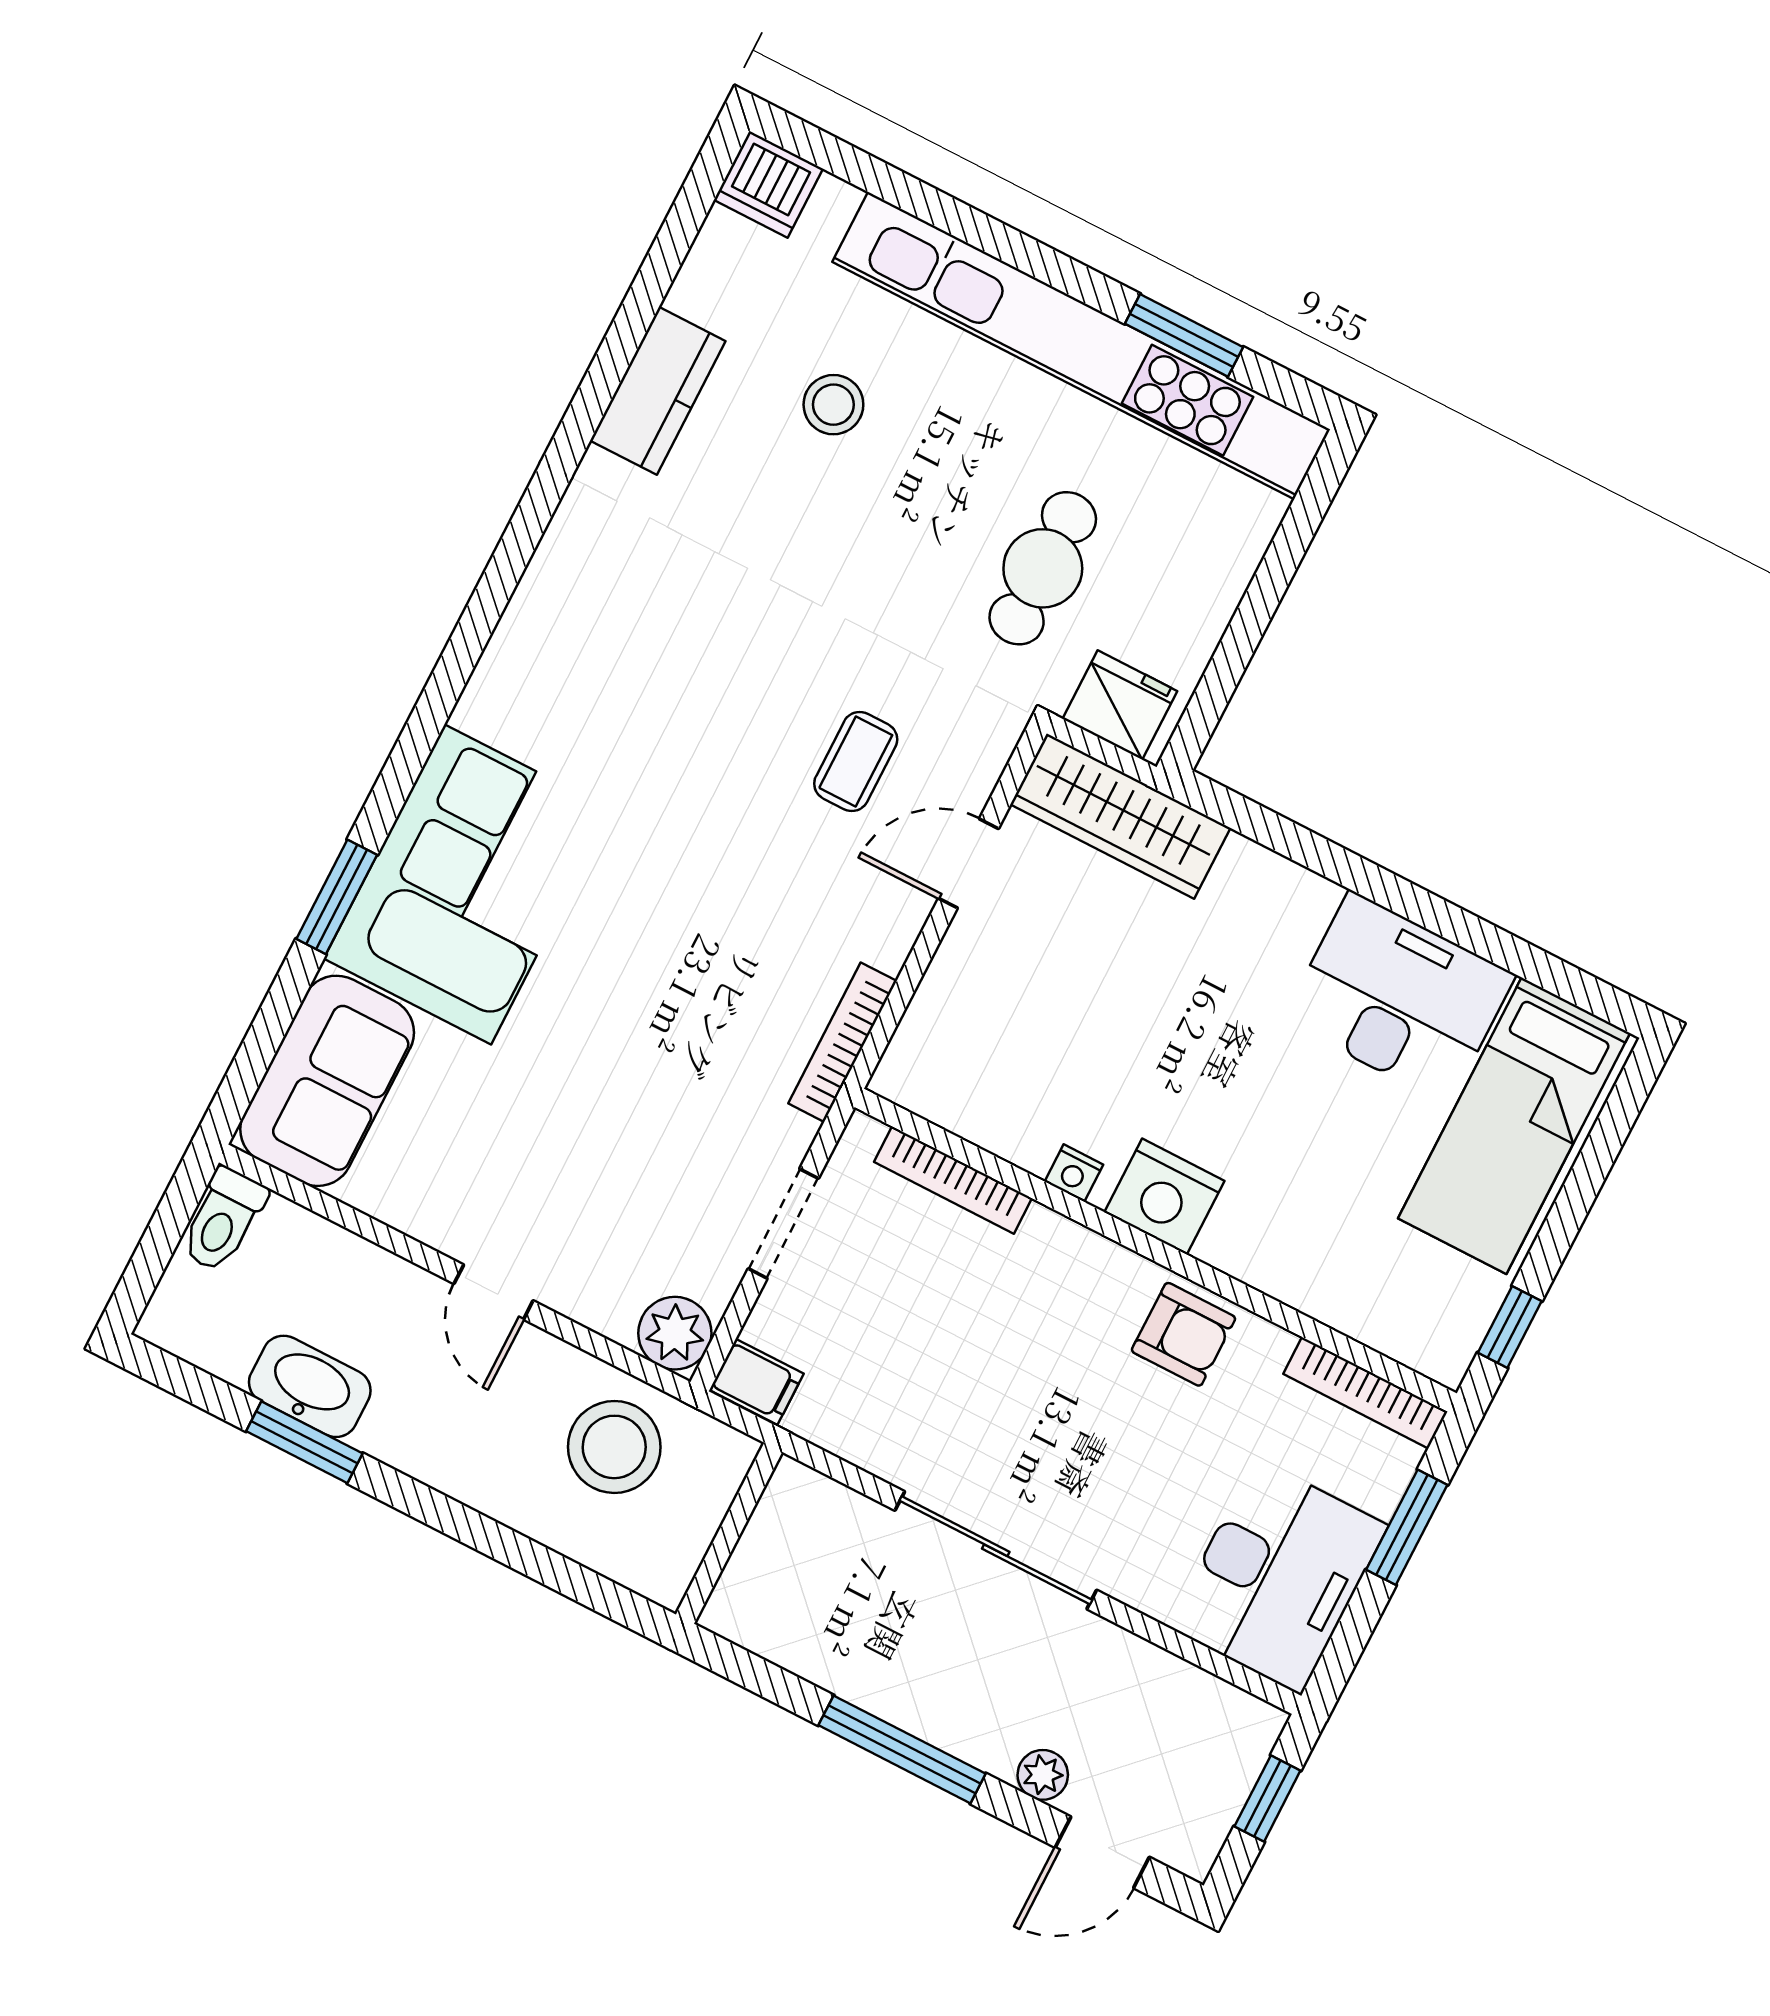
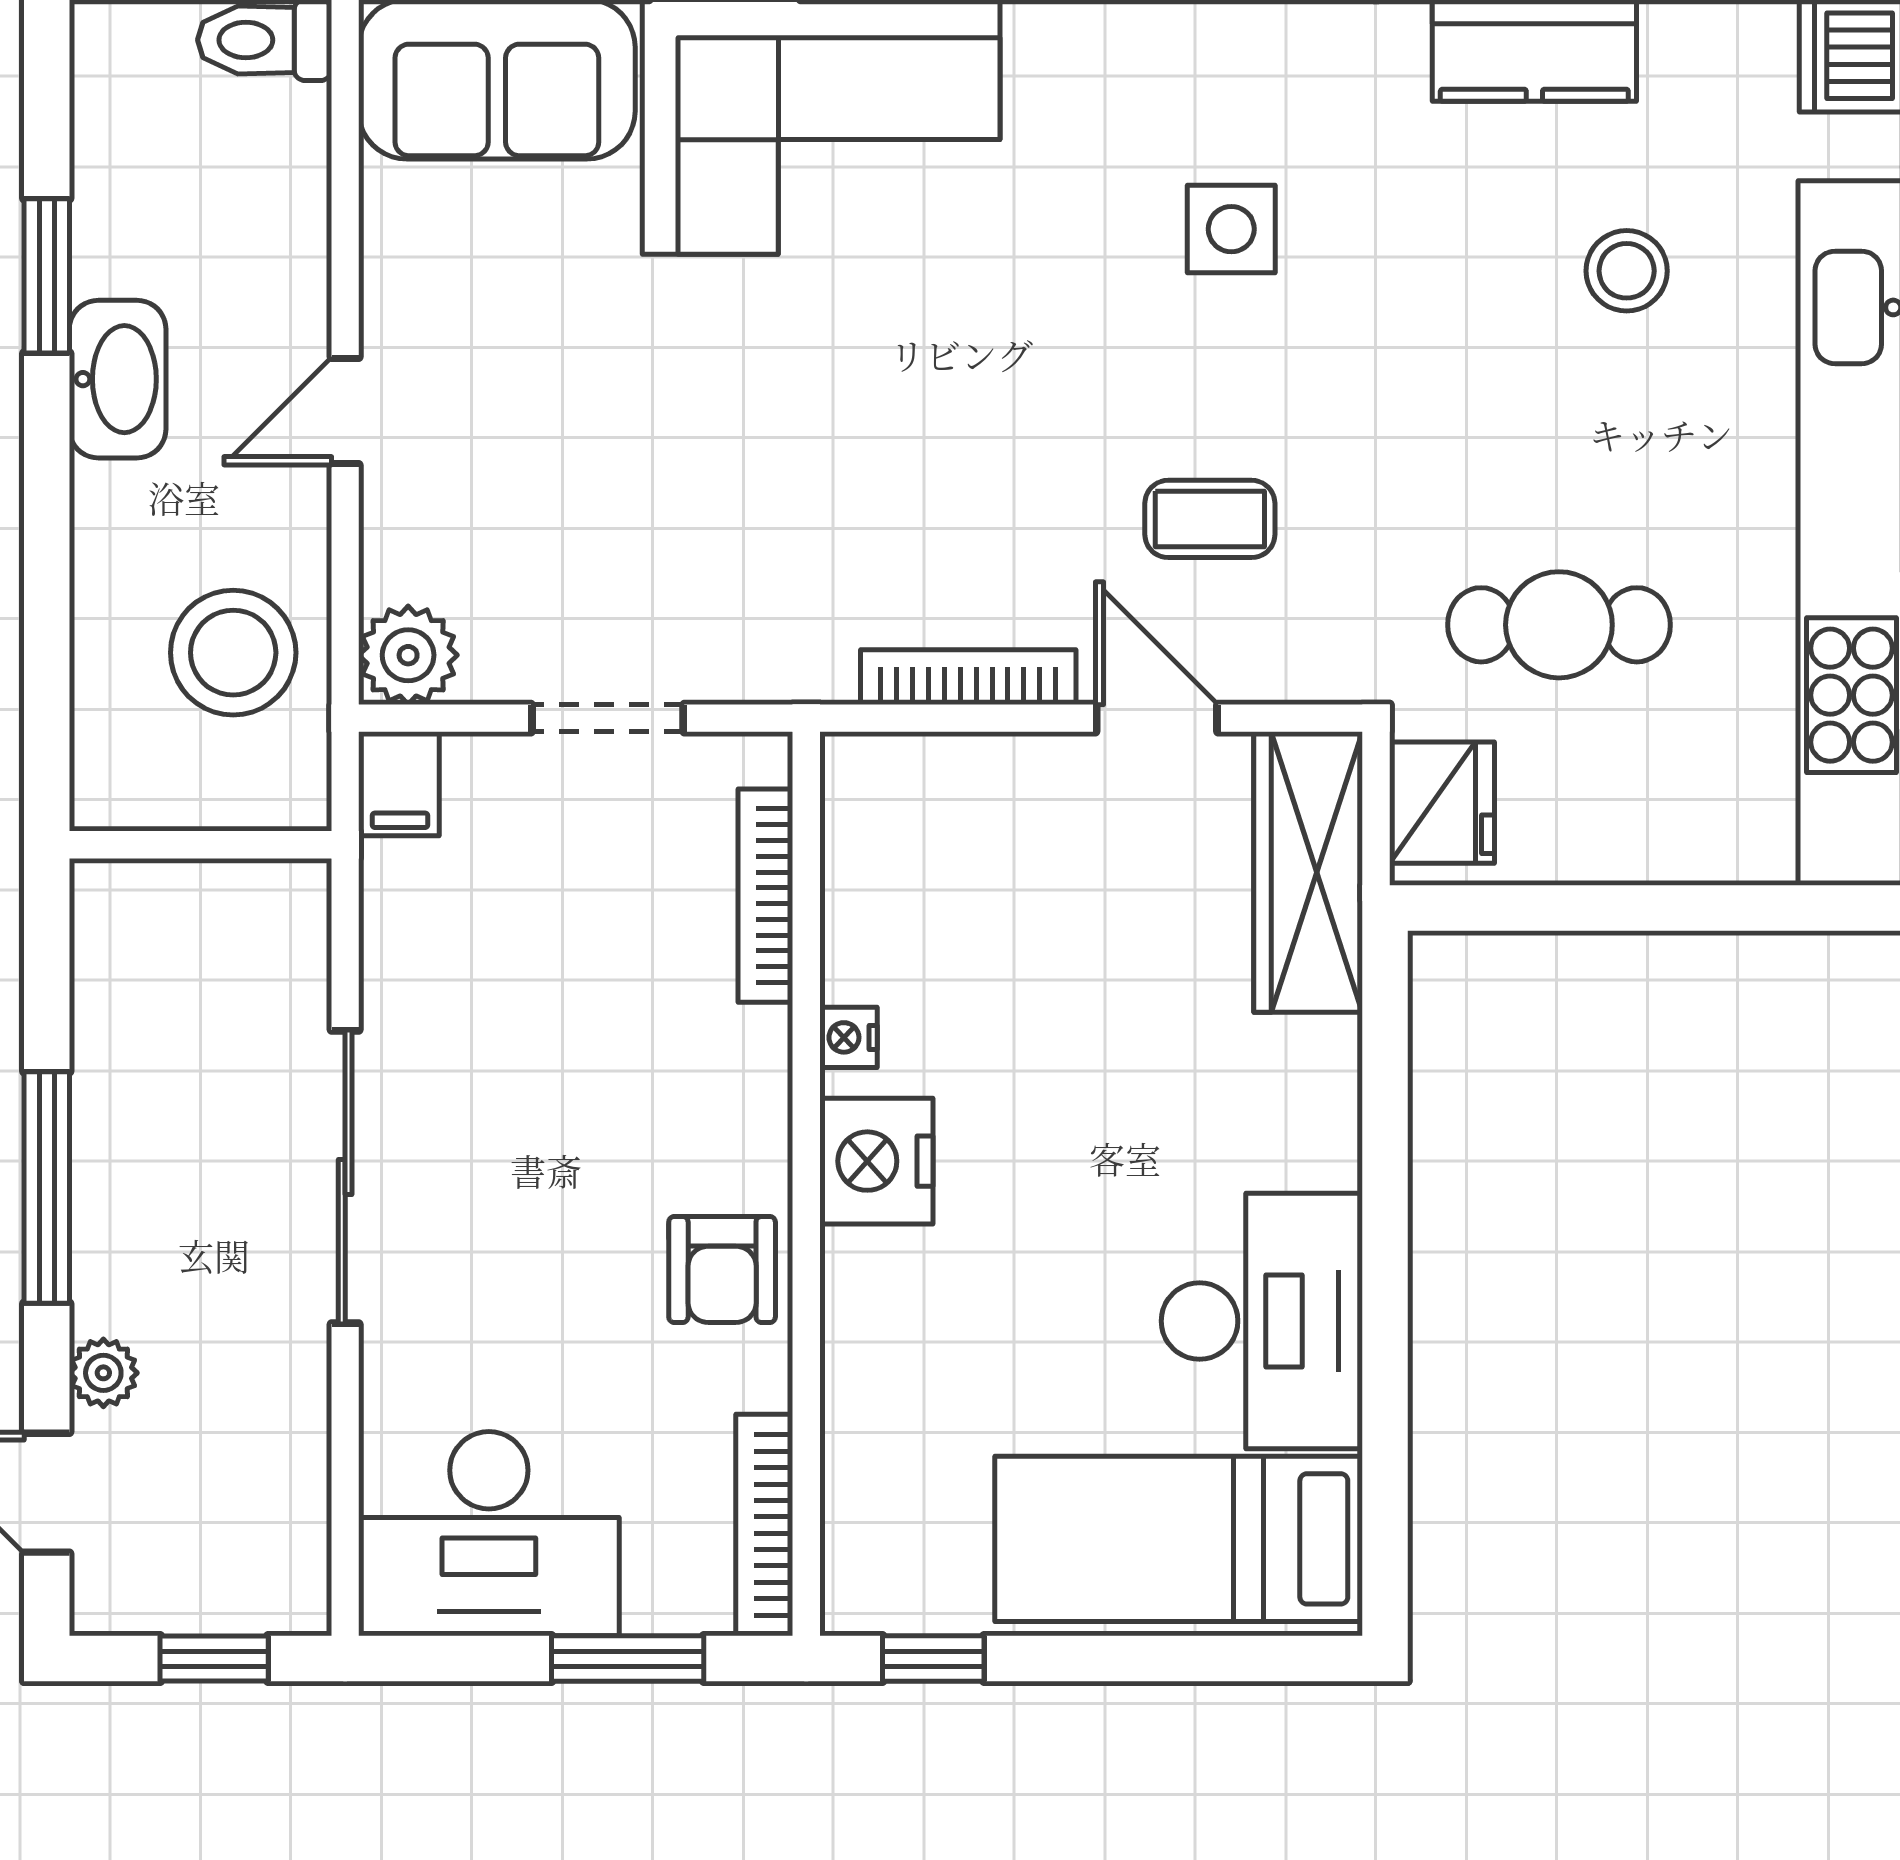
side table: (673, 650) -> (1231, 229), added
bookcase: (843, 1042) -> (968, 677), moved
washbasin: (310, 1386) -> (118, 379), moved

